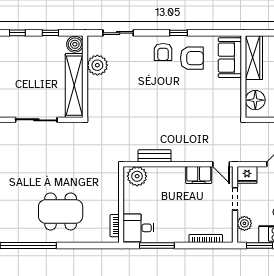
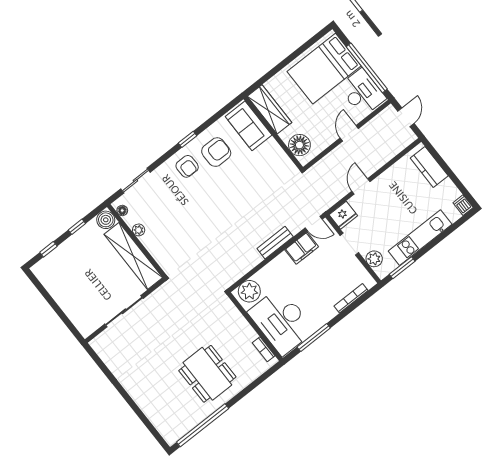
floor lamp: (92, 47) -> (122, 210), added
plant: (97, 65) -> (139, 230), width x0.53, depth x0.53
bench: (155, 156) -> (275, 243), moved
dining table: (61, 211) -> (207, 374), turned 90
desk: (138, 228) -> (281, 321), width x1.87, depth x1.30

